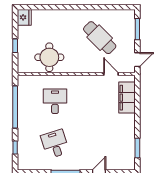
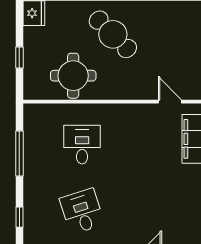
cafe table: (100, 38) -> (113, 34), moved
window: (15, 107) -> (19, 154), width x0.68

